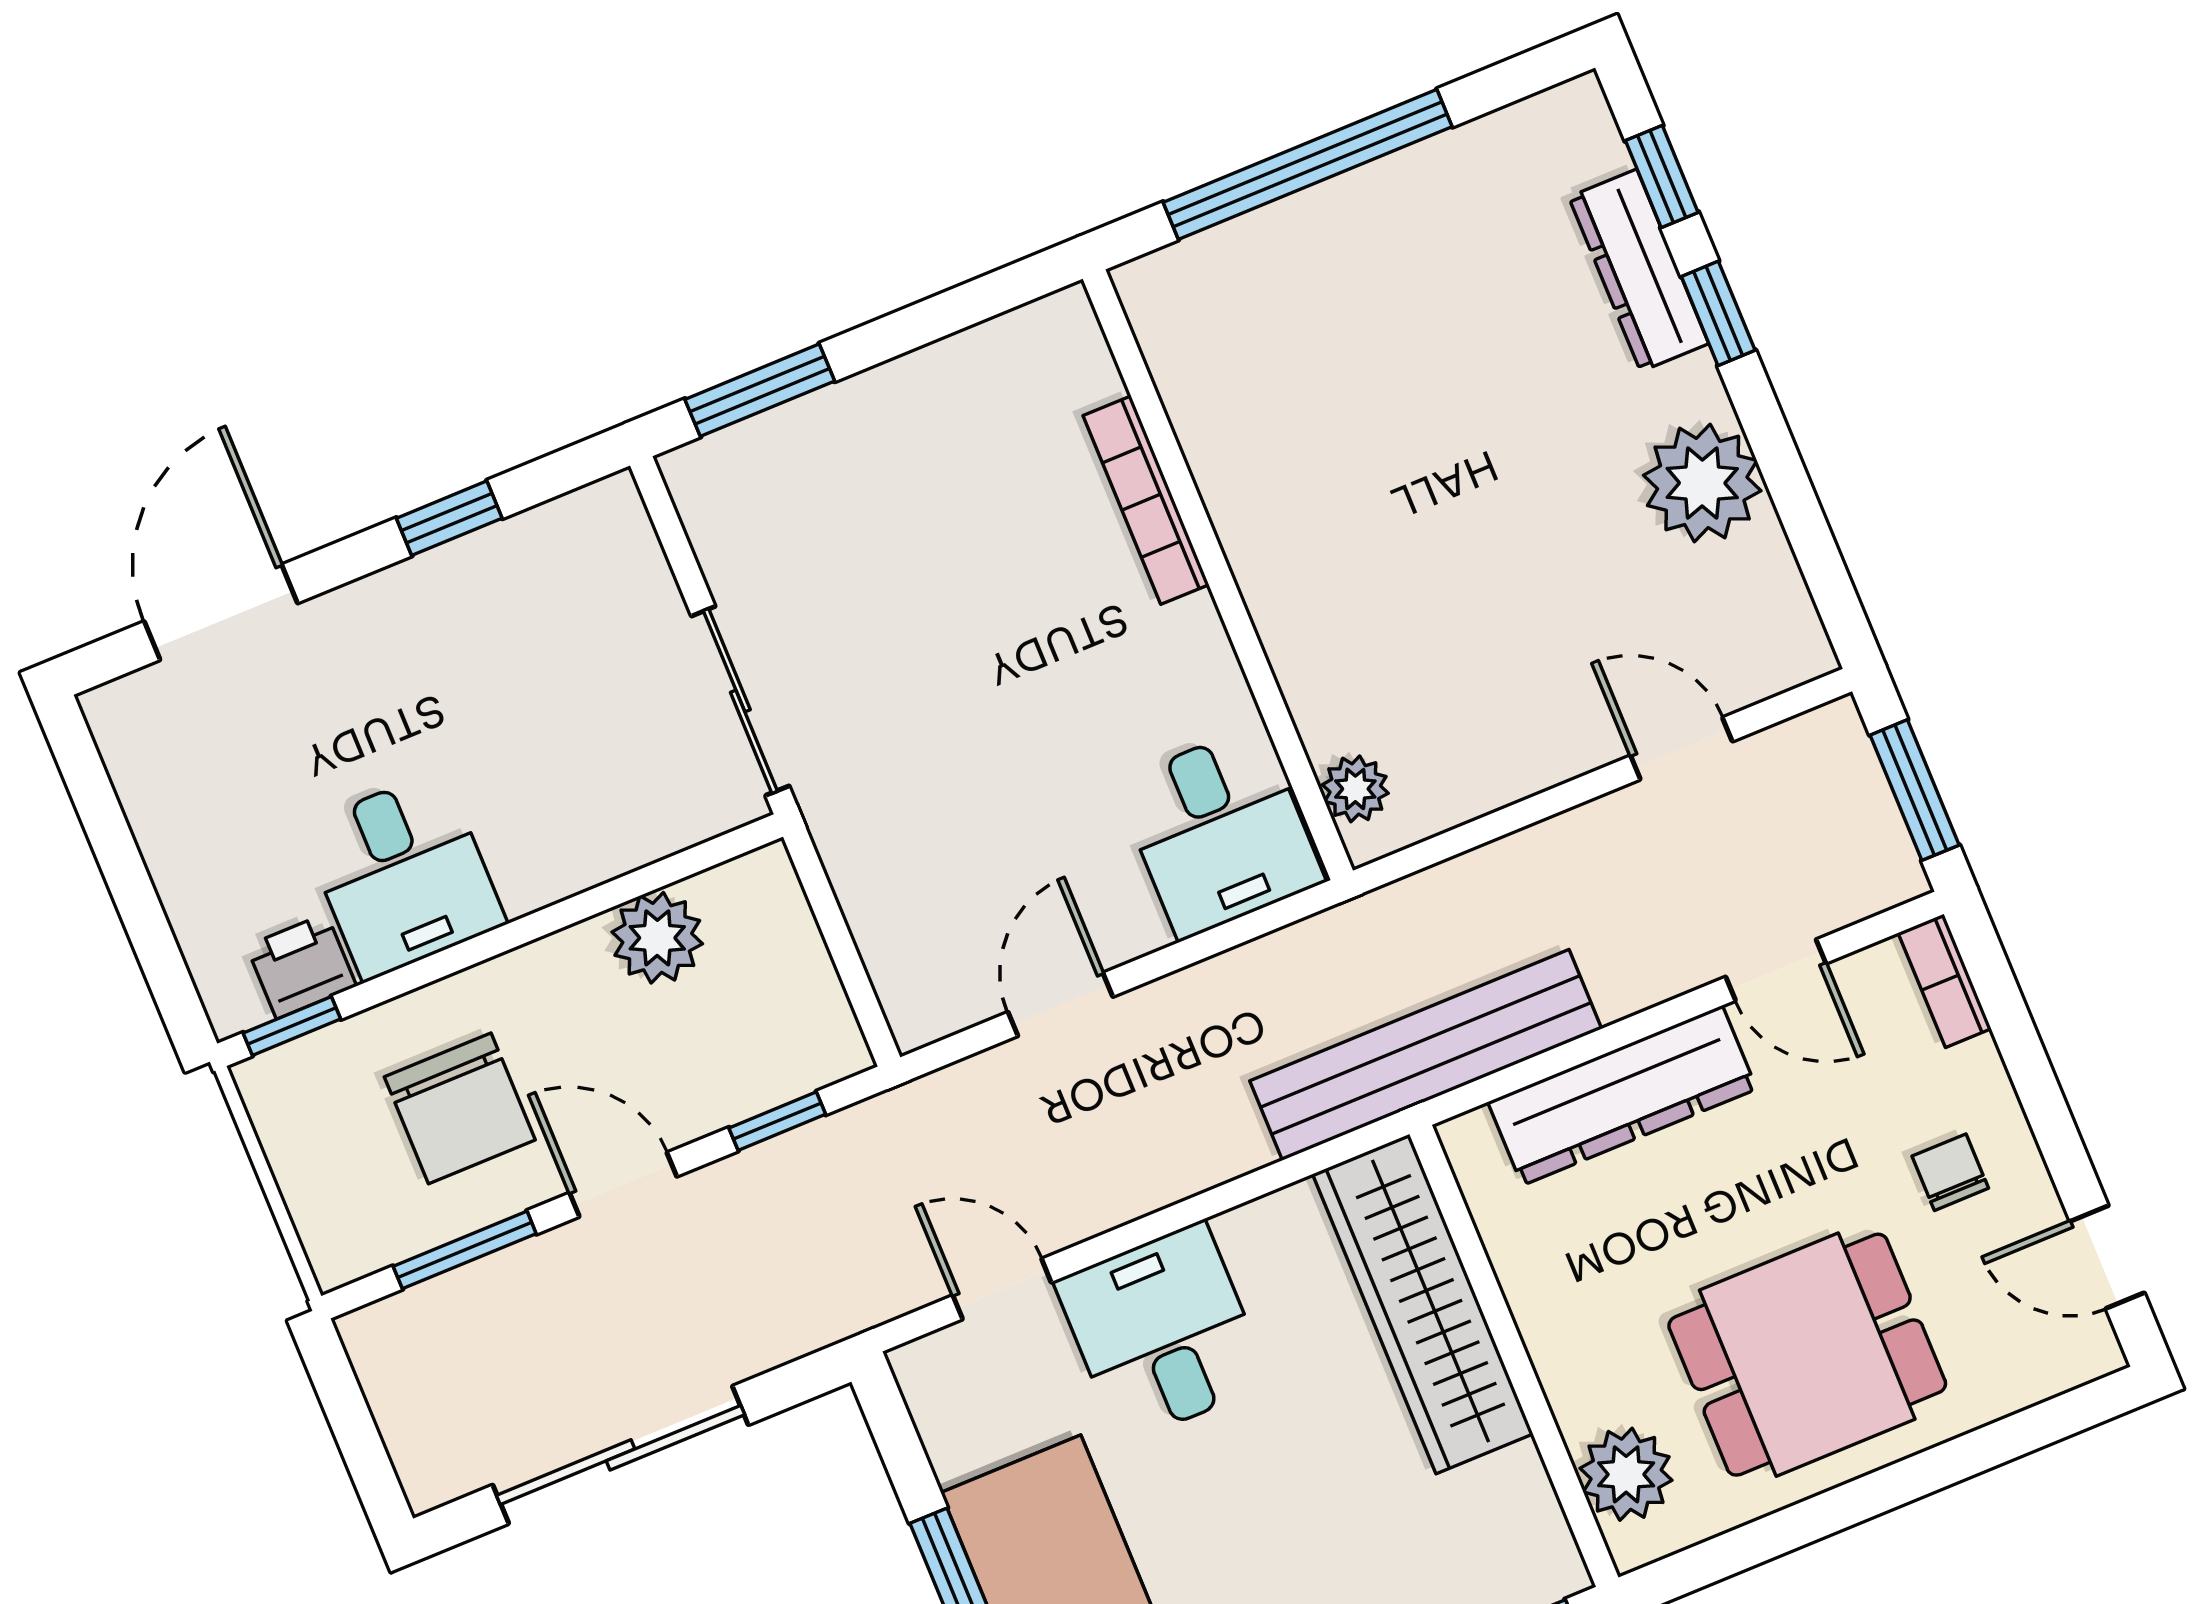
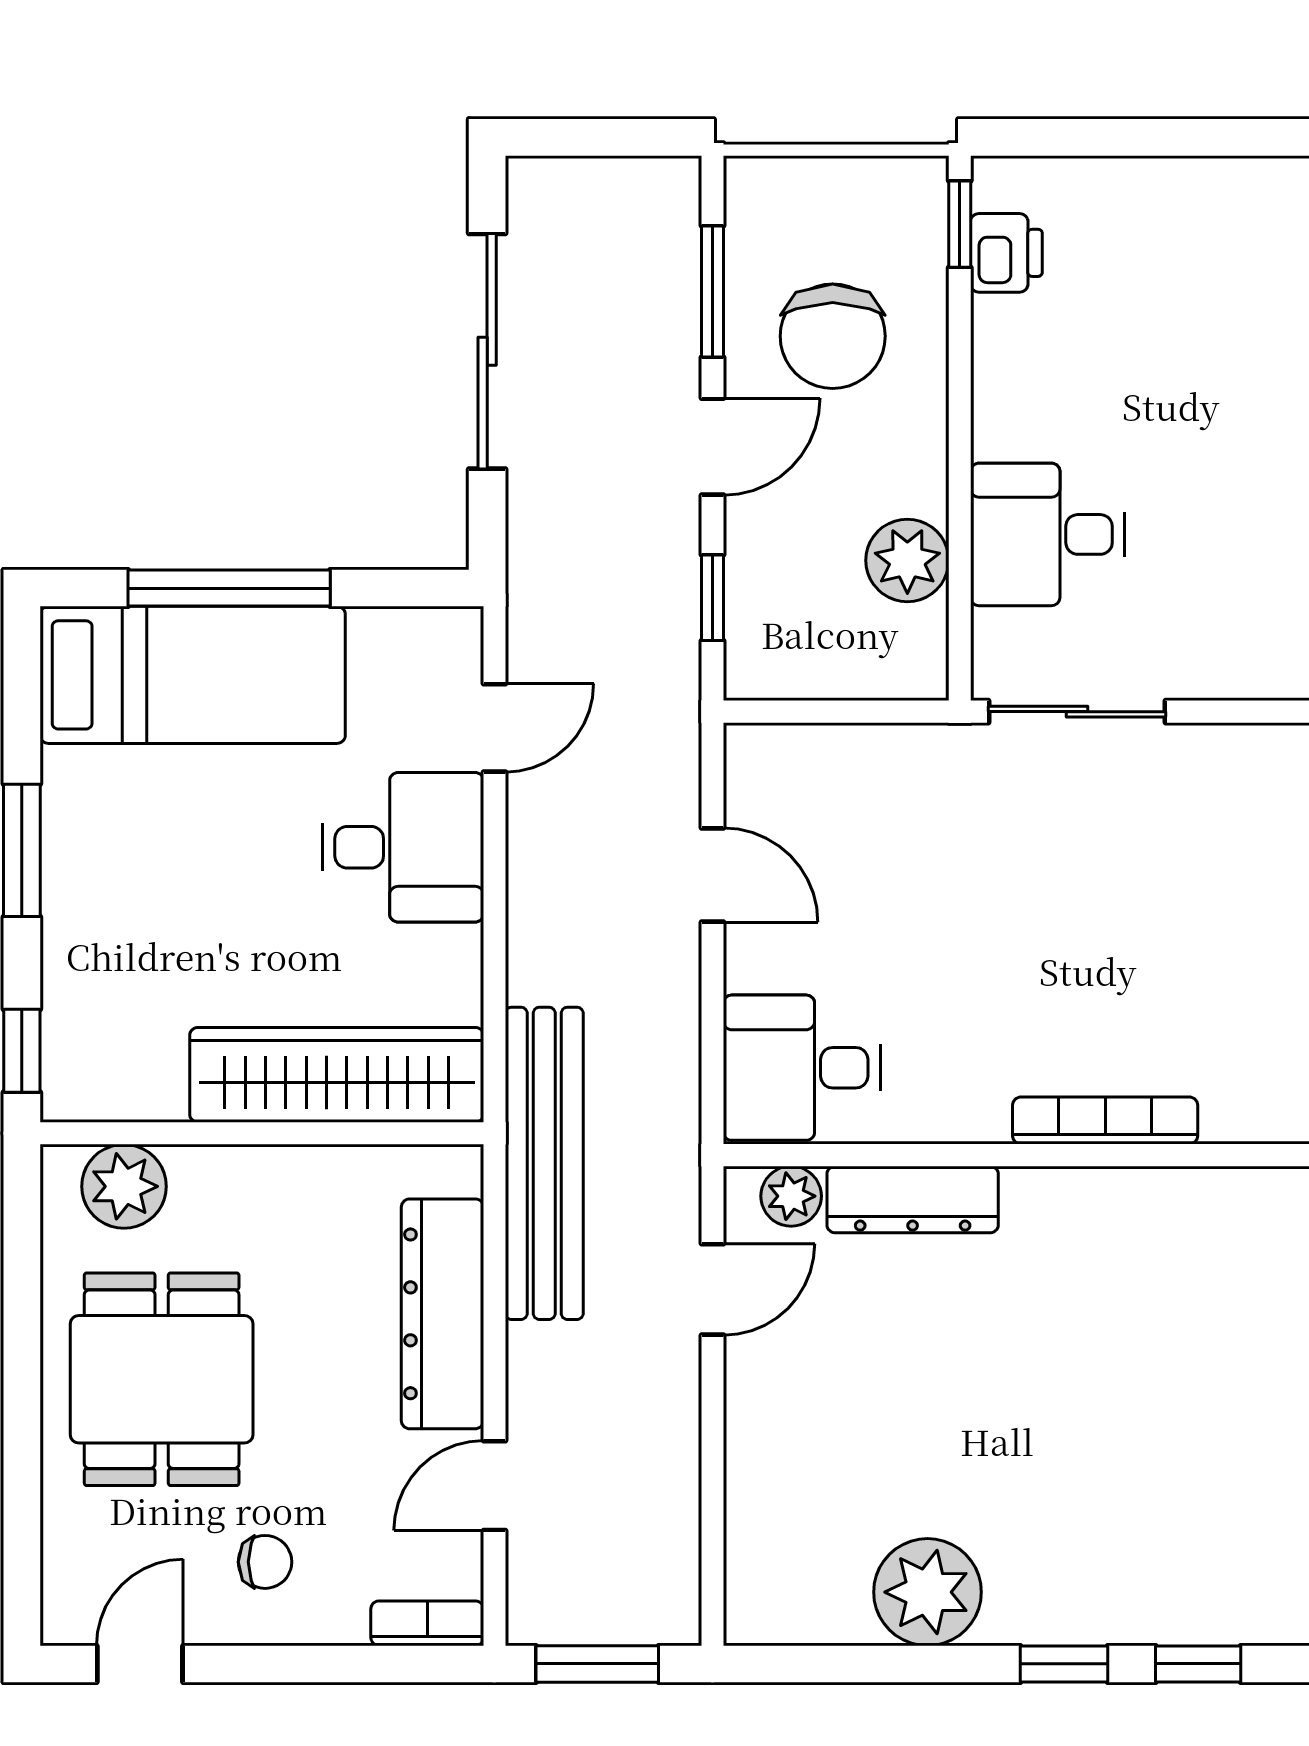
dresser: (1639, 270) -> (913, 1199), moved, turned 180
door: (1681, 748) -> (712, 1289), moved
desk: (403, 875) -> (1047, 534), moved
chair: (460, 1108) -> (833, 336), turned -90

